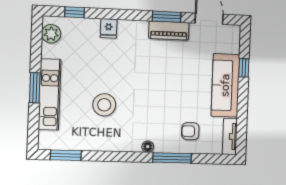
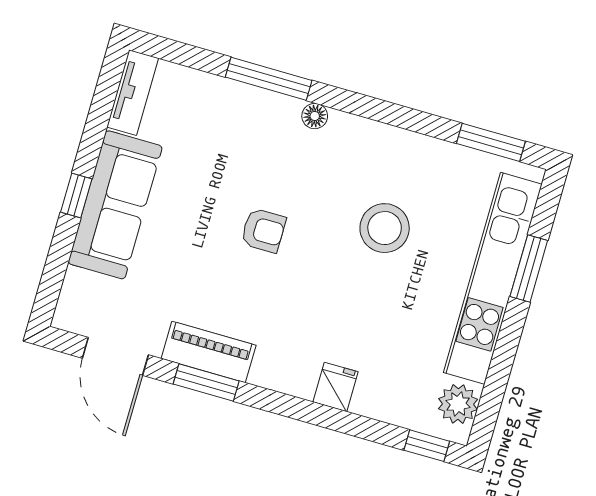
window: (74, 12) -> (427, 446), moved
window: (244, 68) -> (76, 196), moved
window: (35, 88) -> (529, 268), moved
kitchen unit: (50, 94) -> (493, 278), width x1.36
armchair: (190, 131) -> (263, 230), moved

